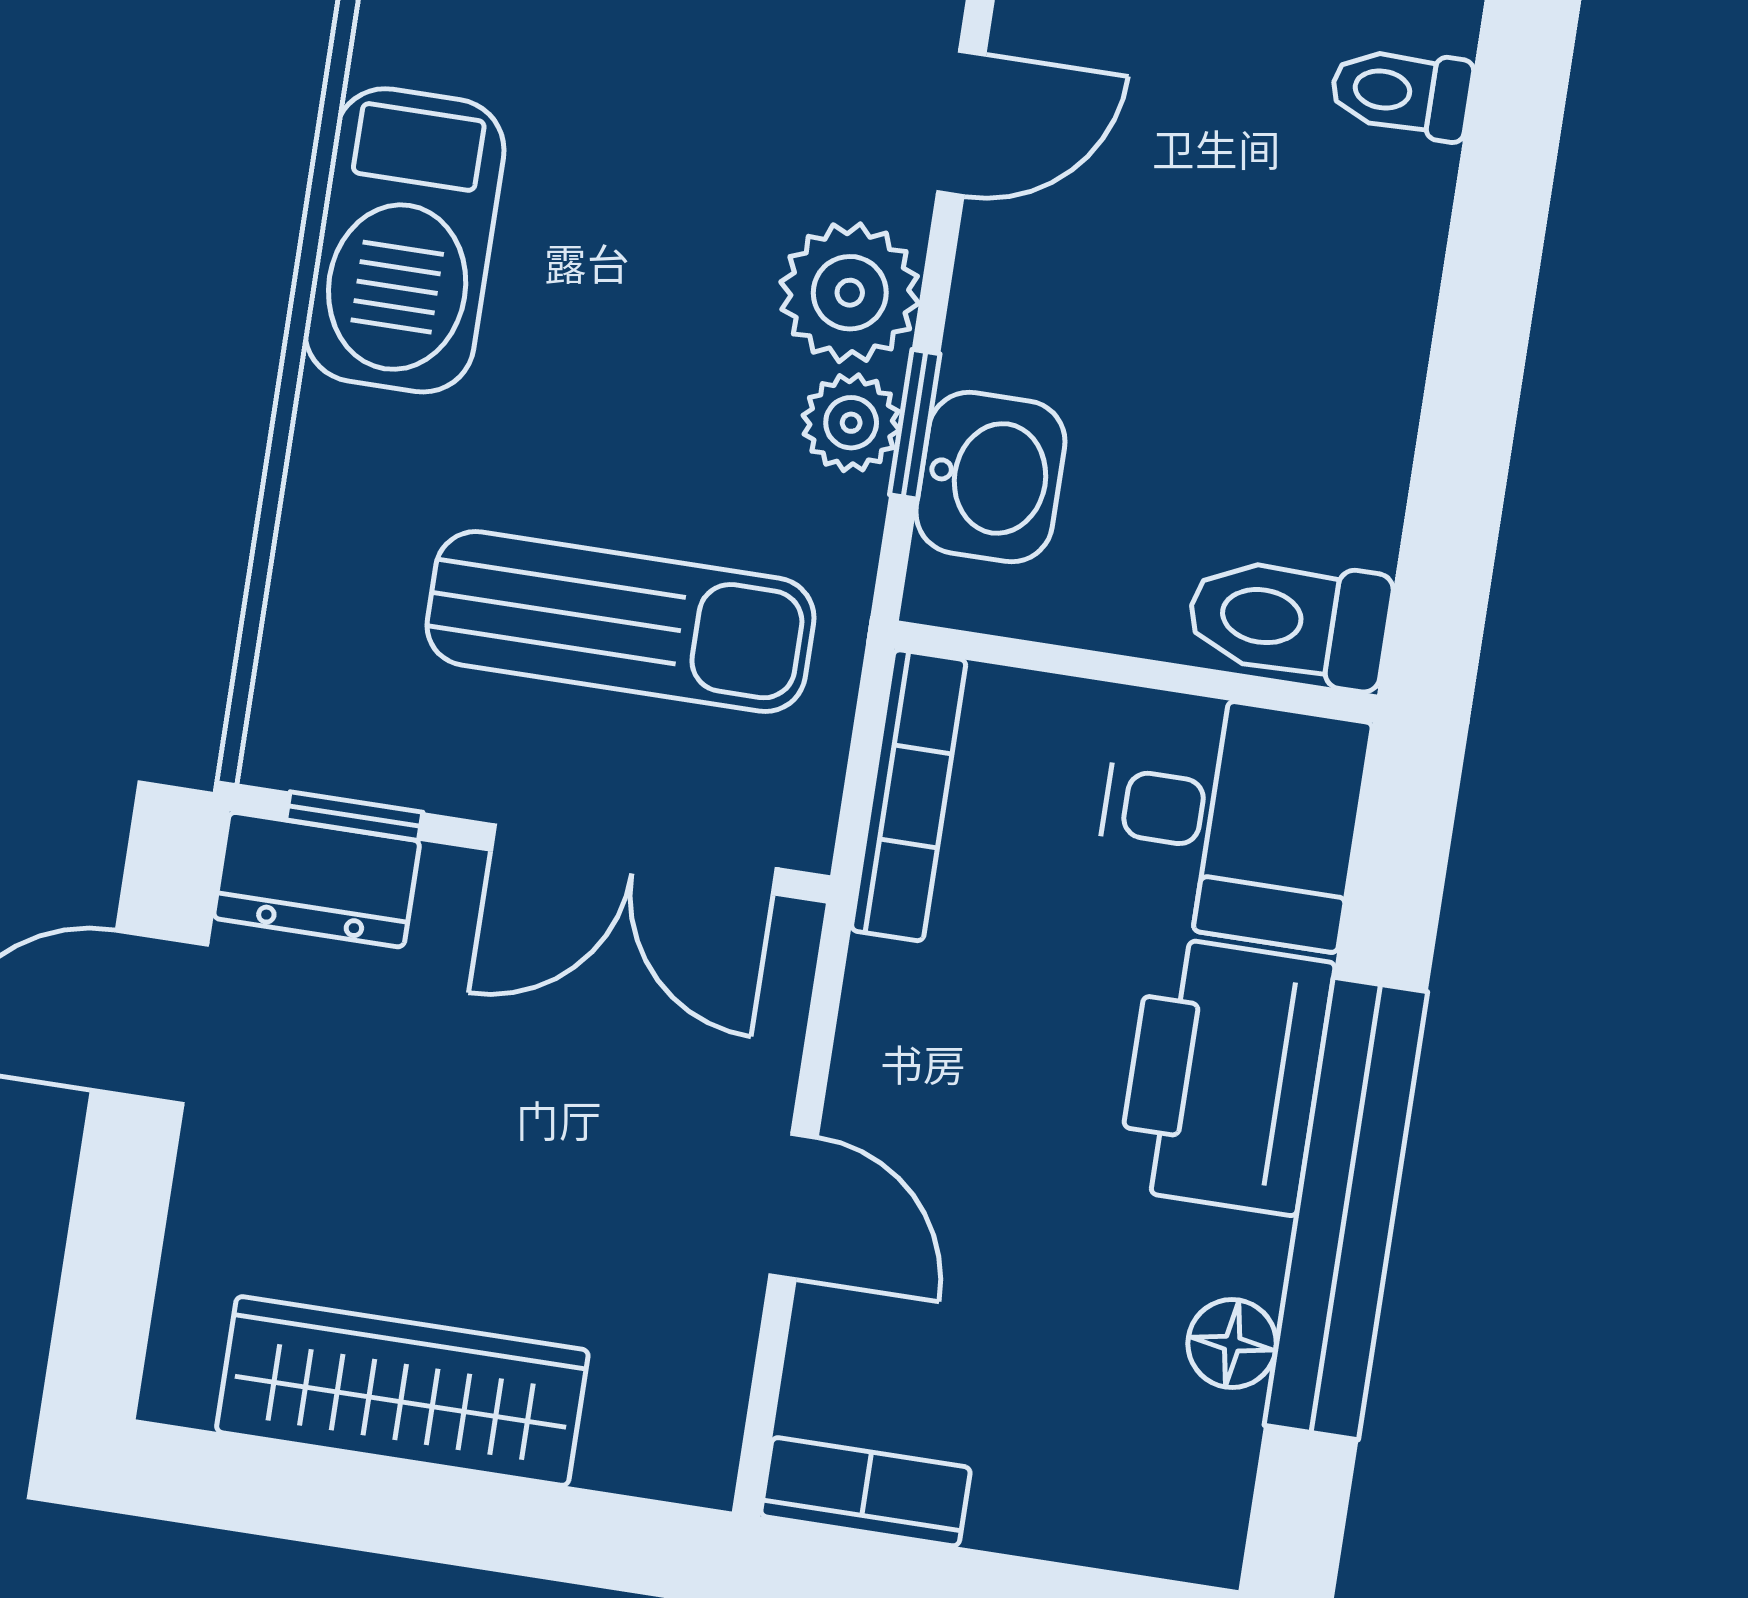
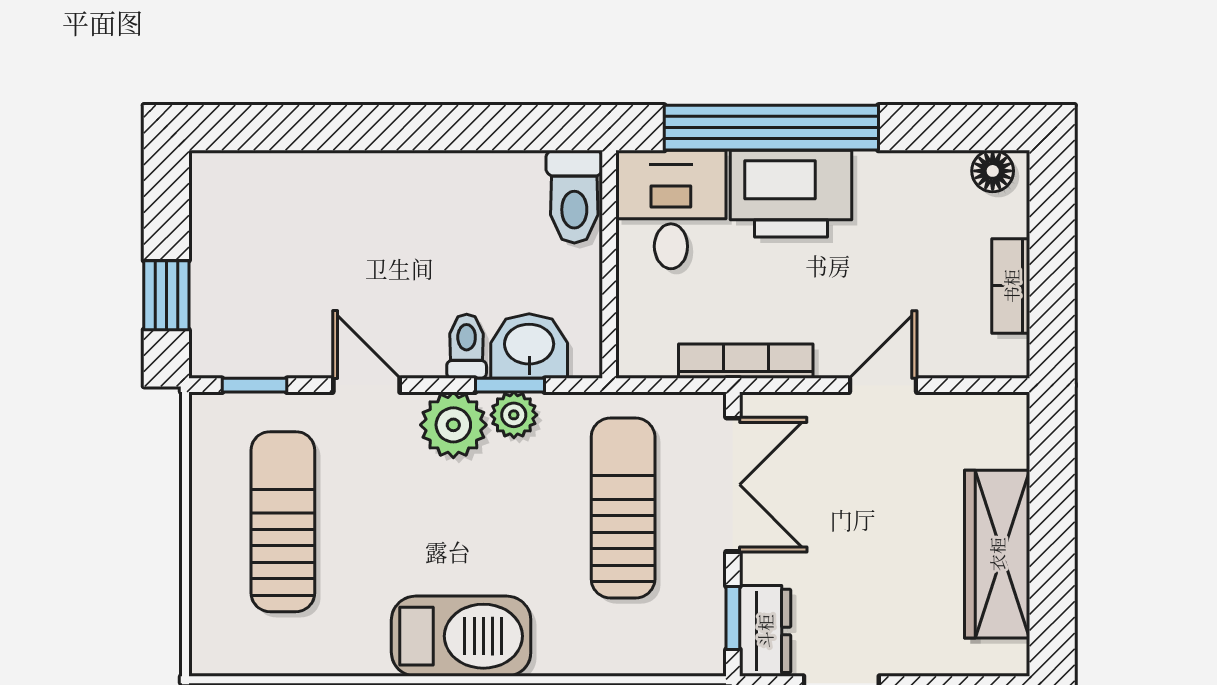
toilet: (1401, 92) -> (467, 346), moved, turned 180
bookcase: (909, 795) -> (746, 361), moved
window: (1346, 1209) -> (771, 128), moved
floor lamp: (1232, 1344) -> (993, 171), moved
bookcase: (866, 1492) -> (1011, 286), moved

